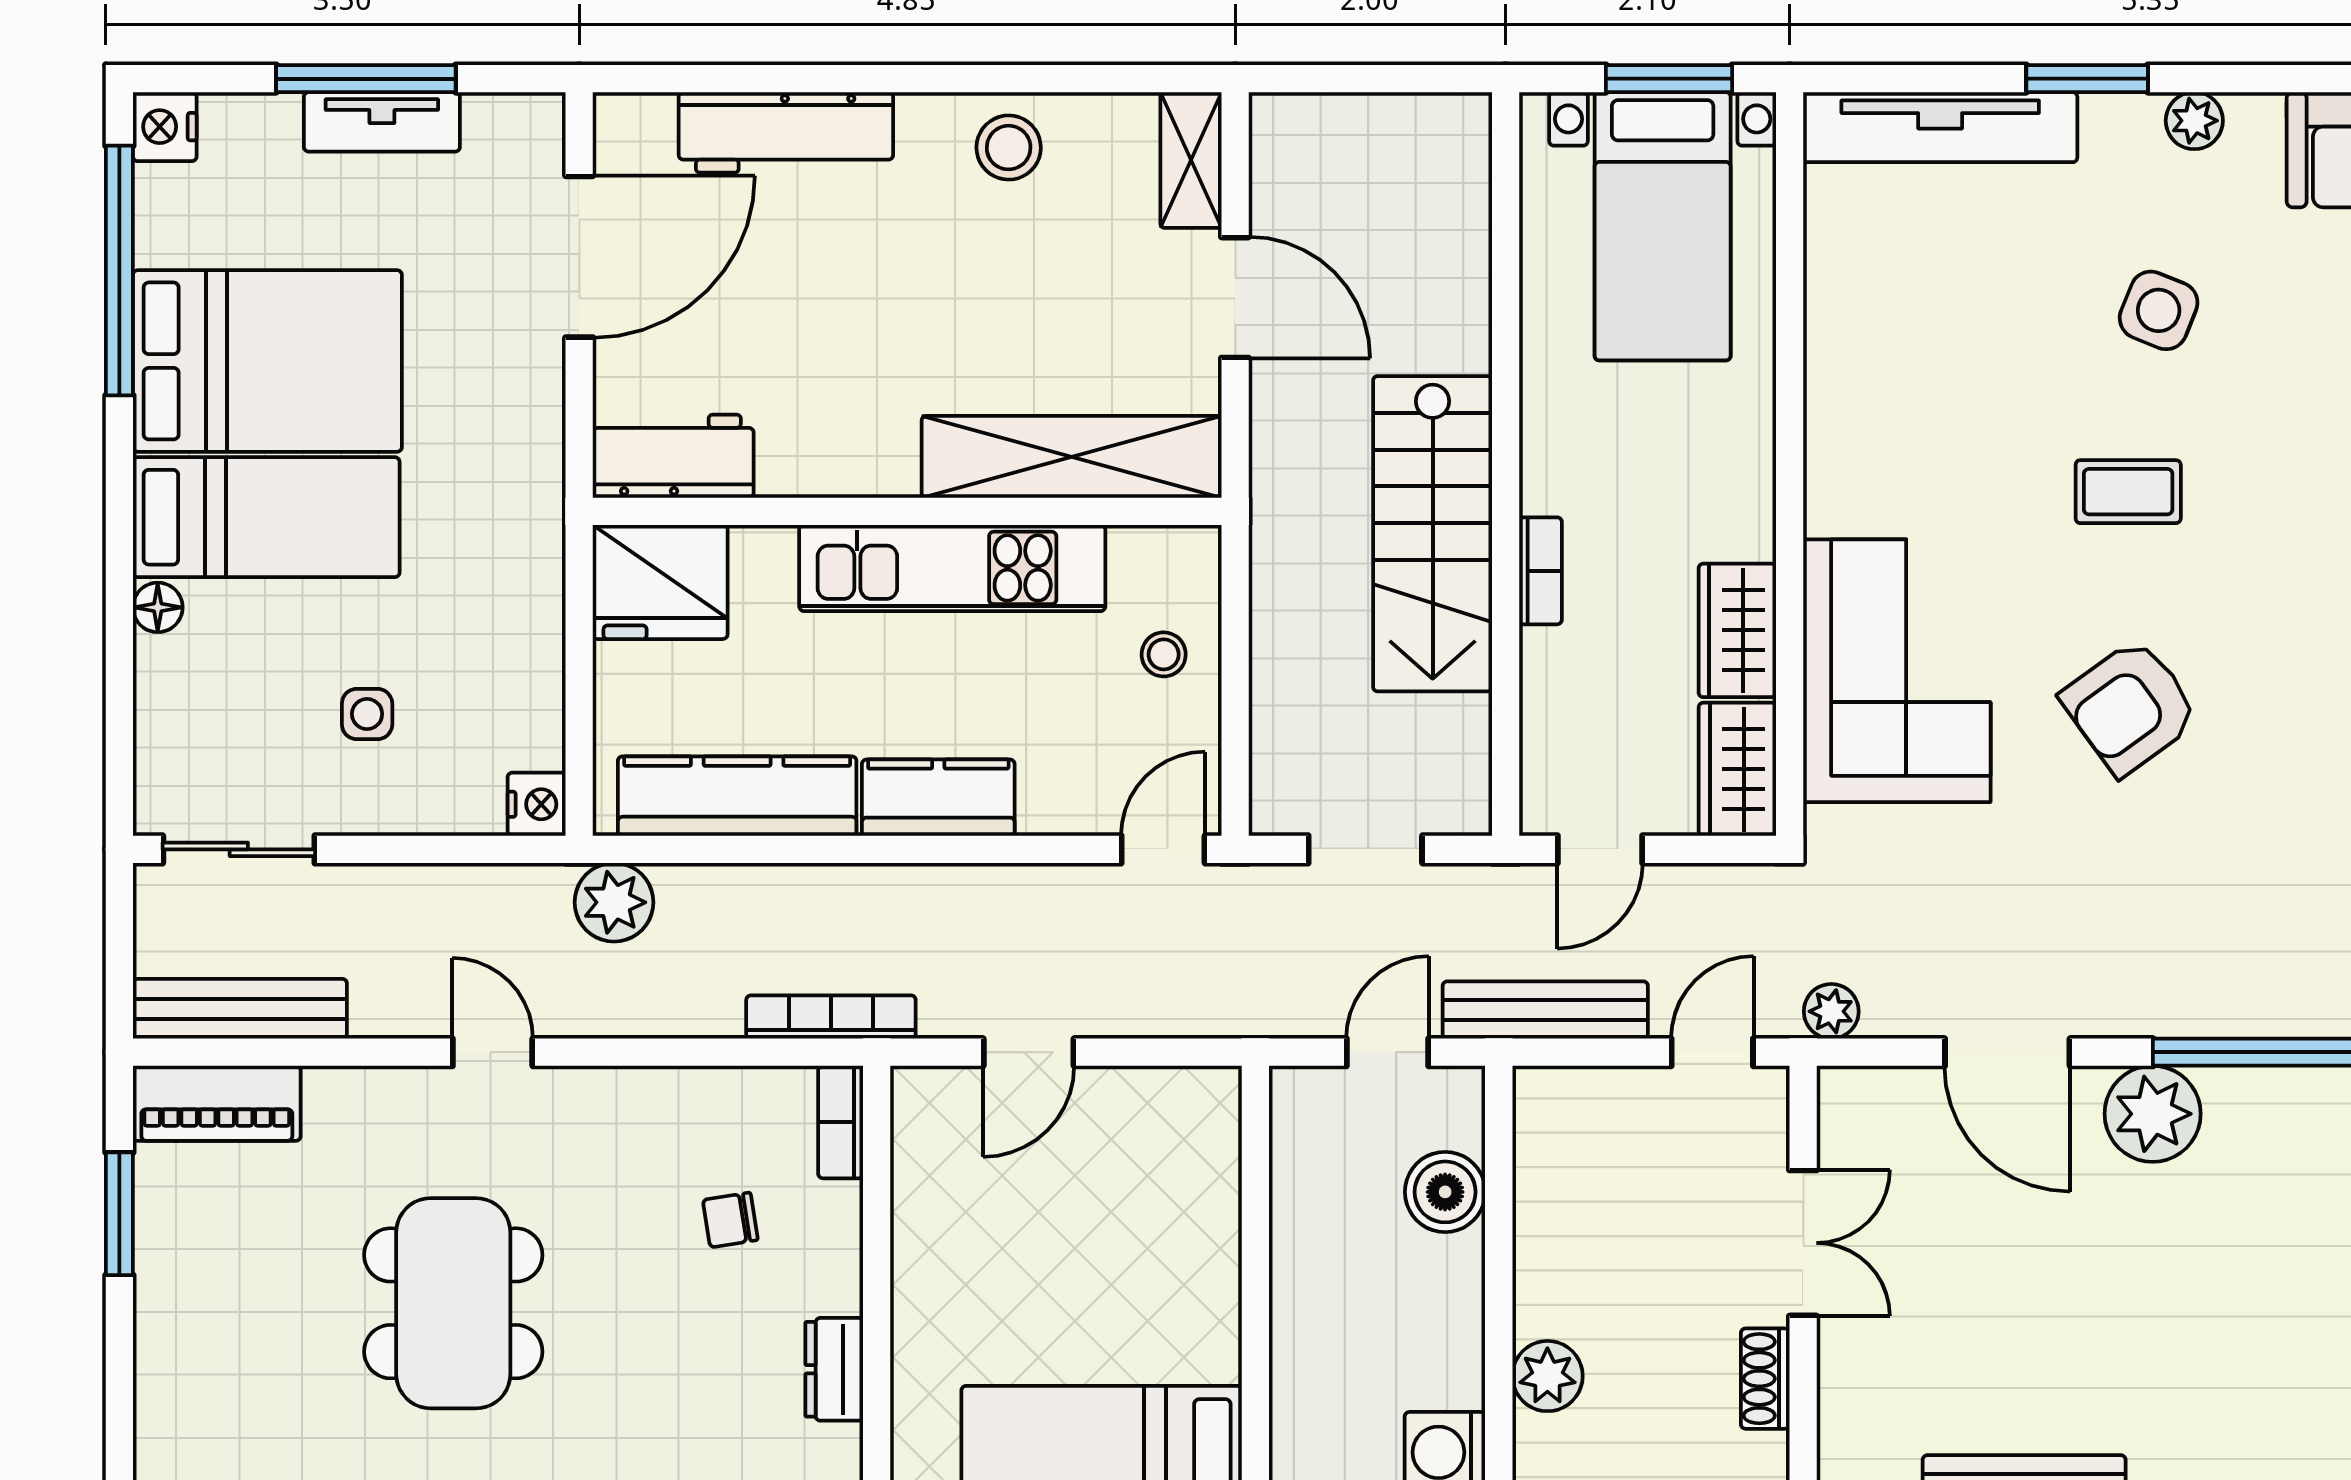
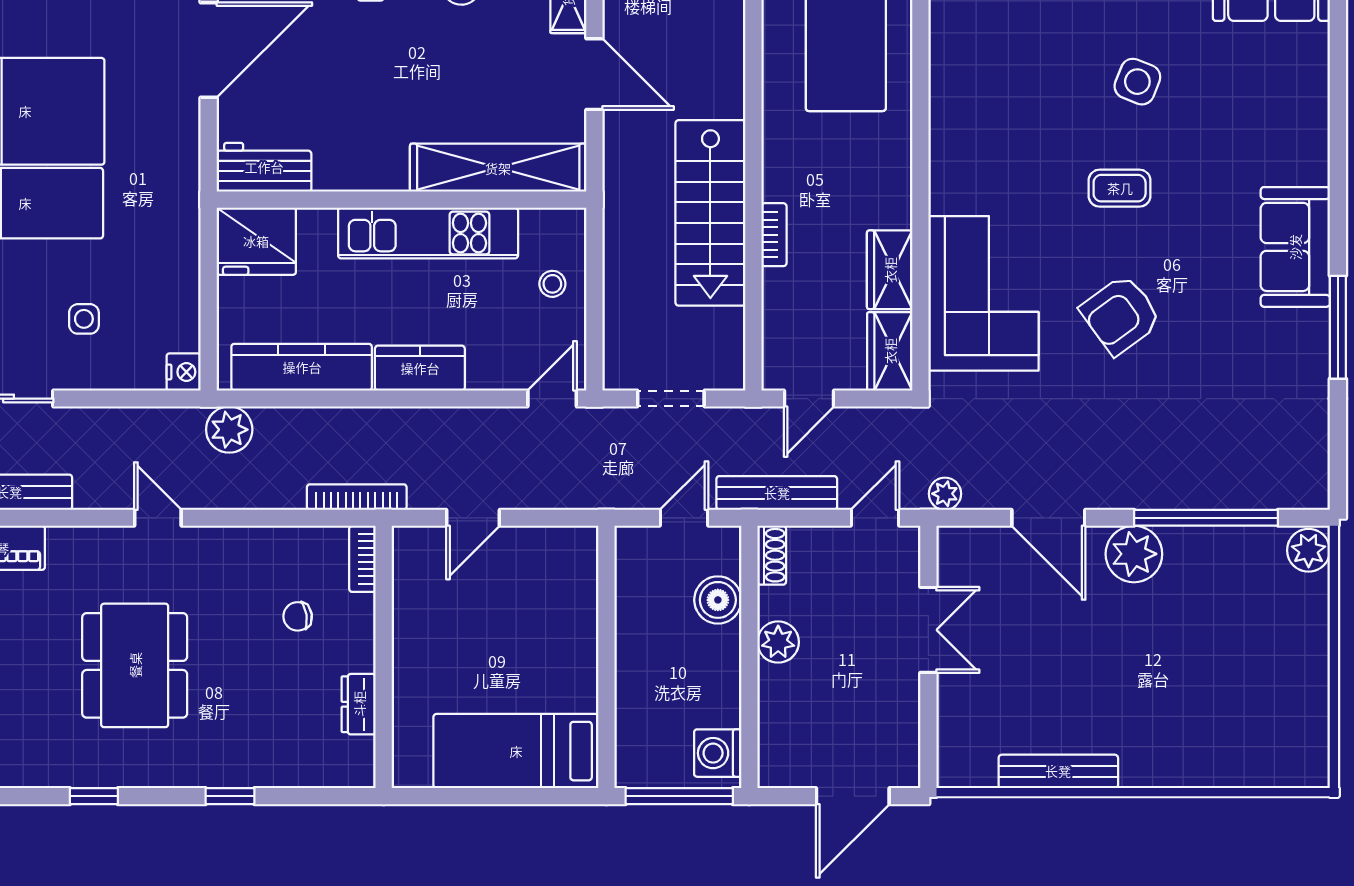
plant: (1547, 1376) -> (778, 642), moved
shoe rack: (1765, 1379) -> (772, 555), moved, turned 180

